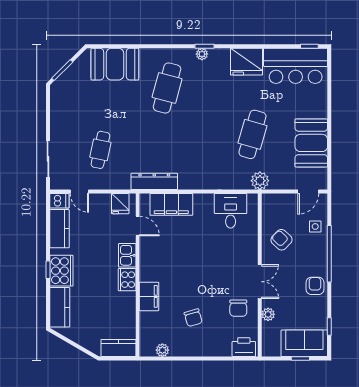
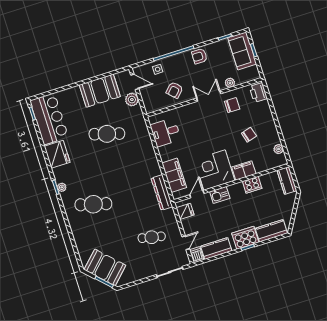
booth: (115, 64) -> (105, 267), moved, turned -45
plant: (260, 181) -> (132, 100), moved
corner desk: (162, 259) -> (215, 170), added
cooker: (127, 280) -> (252, 185), moved

